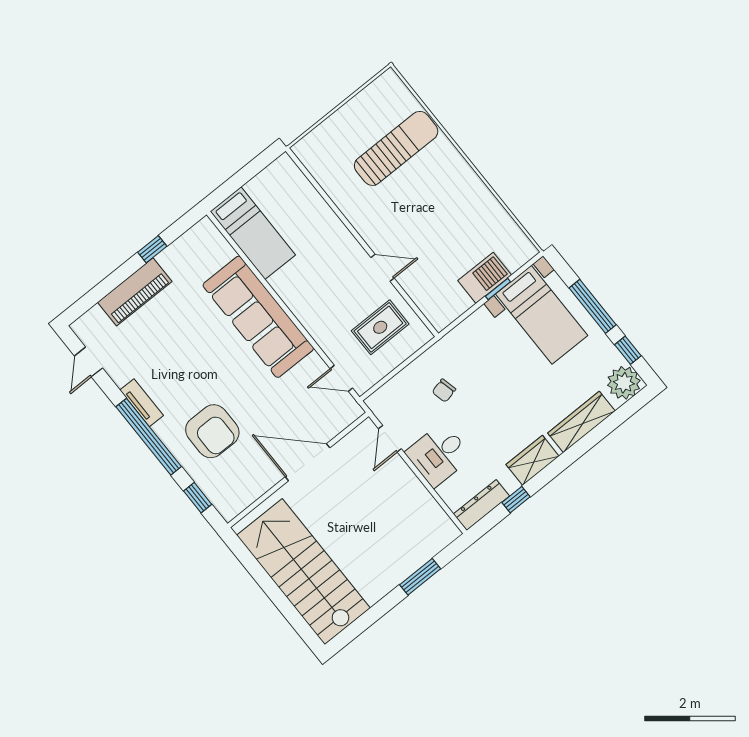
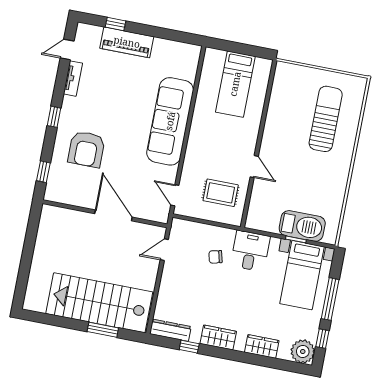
sun lounger: (396, 148) -> (326, 119), turned -90
bed: (253, 233) -> (235, 84), moved
window: (152, 249) -> (115, 24), moved
barbecue: (485, 278) -> (302, 226), width x1.37, depth x1.21
tv unit: (142, 403) -> (73, 79), moved
wardrobe: (581, 422) -> (262, 346), width x0.67
window: (149, 437) -> (54, 117), width x0.32
desk: (439, 455) -> (250, 251), moved, turned 90
stairs: (303, 572) -> (99, 303), moved, turned -90

